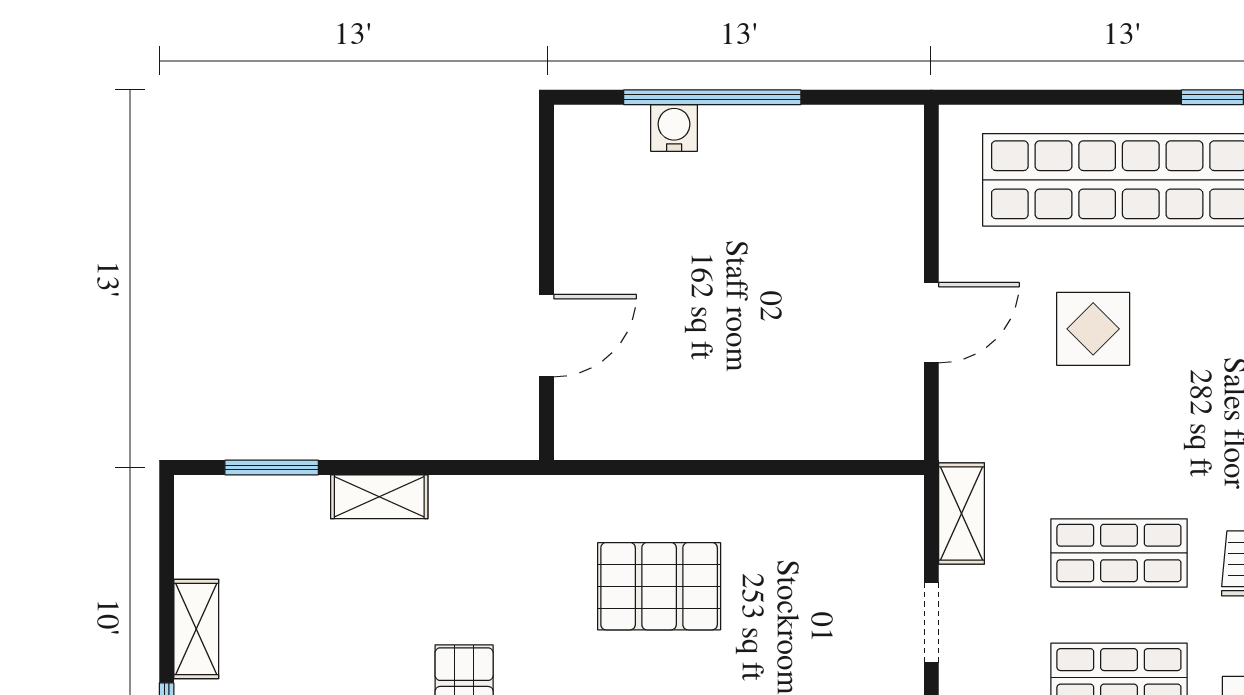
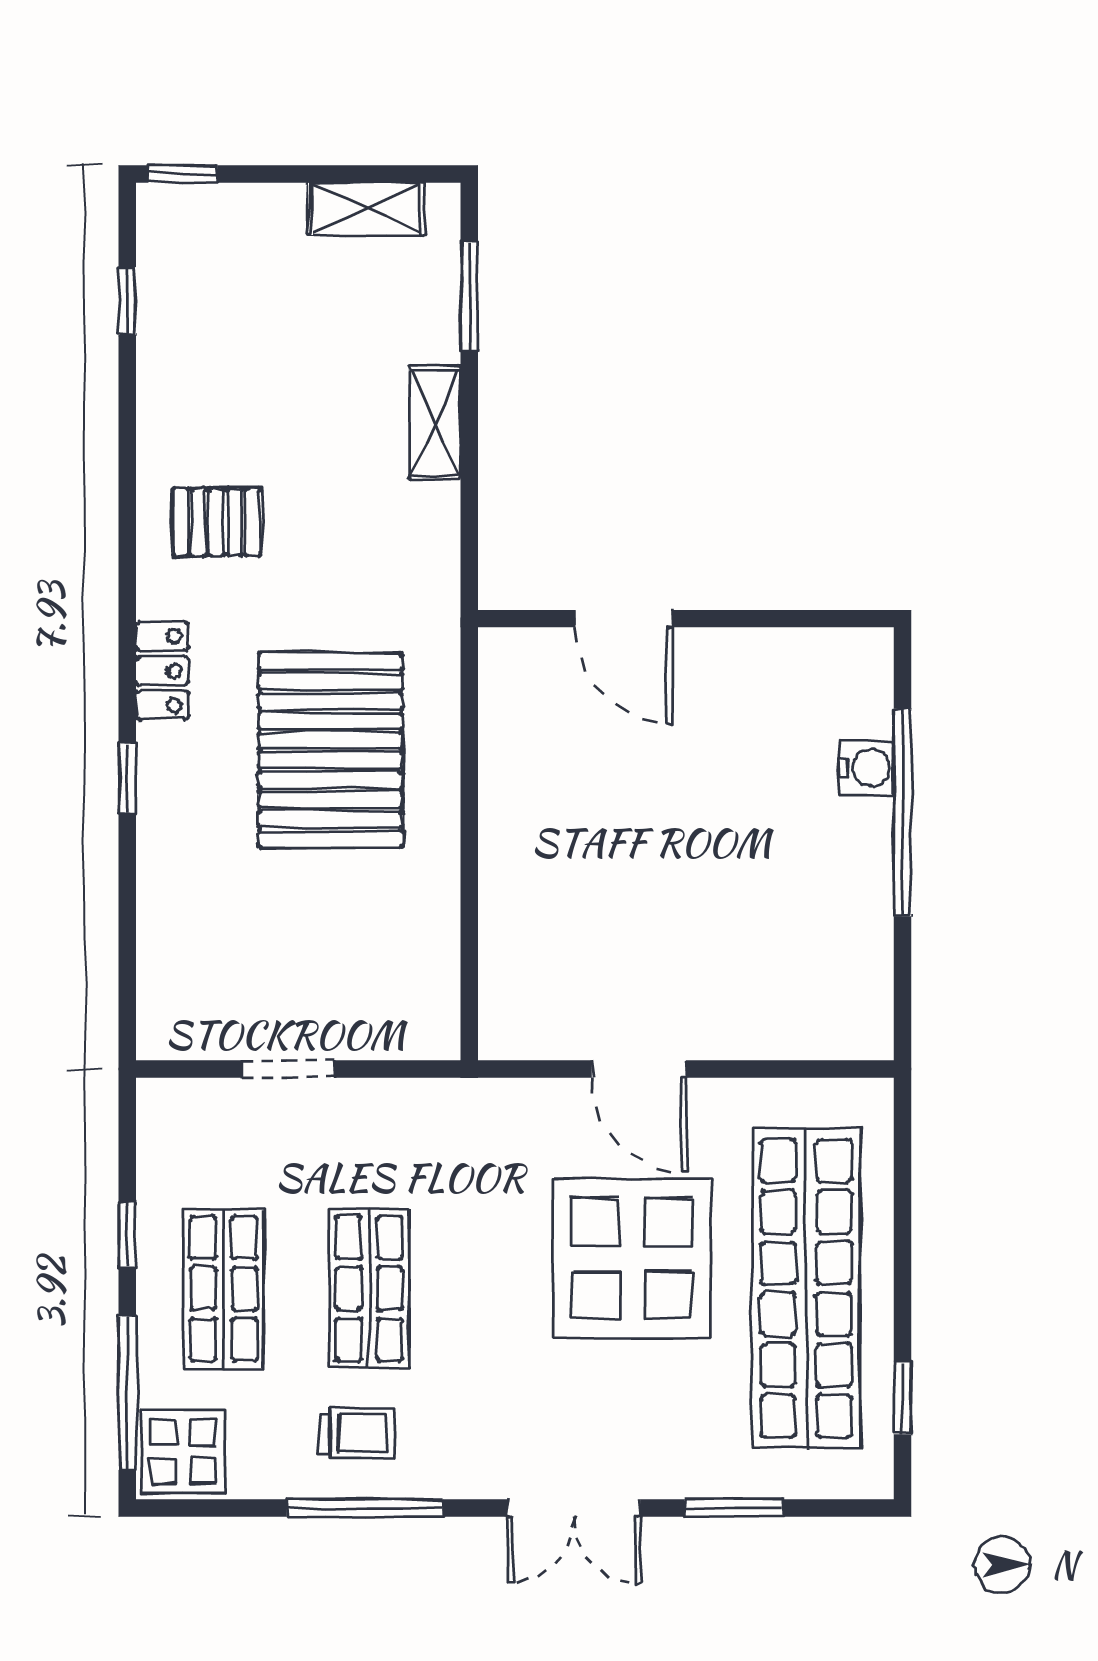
display table: (1093, 329) -> (632, 1258), width x1.86, depth x1.86
shelving: (962, 513) -> (416, 1104), removed
pallet: (659, 586) -> (330, 750), width x1.37, depth x1.41
shelving: (196, 629) -> (366, 209), moved

